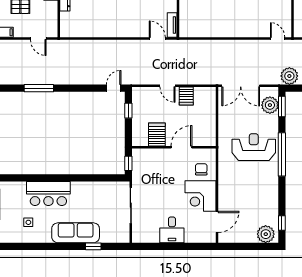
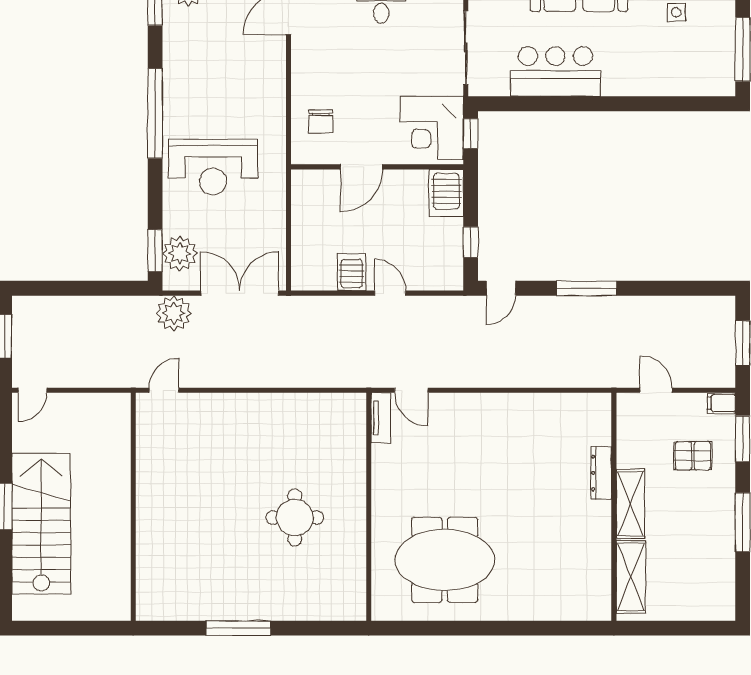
door: (278, 39) -> (164, 390), swing flipped
plant: (289, 76) -> (174, 313), moved
window: (39, 88) -> (586, 288), moved
server rack: (157, 134) -> (446, 193), moved
window: (282, 154) -> (155, 113), moved
bar counter: (48, 194) -> (555, 72), moved
corner desk: (200, 196) -> (432, 128), moved, turned 180

